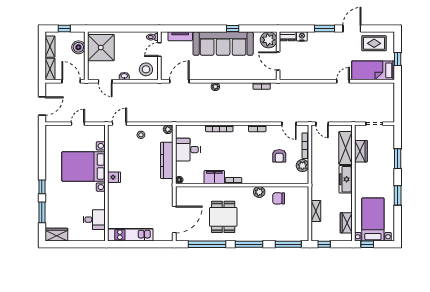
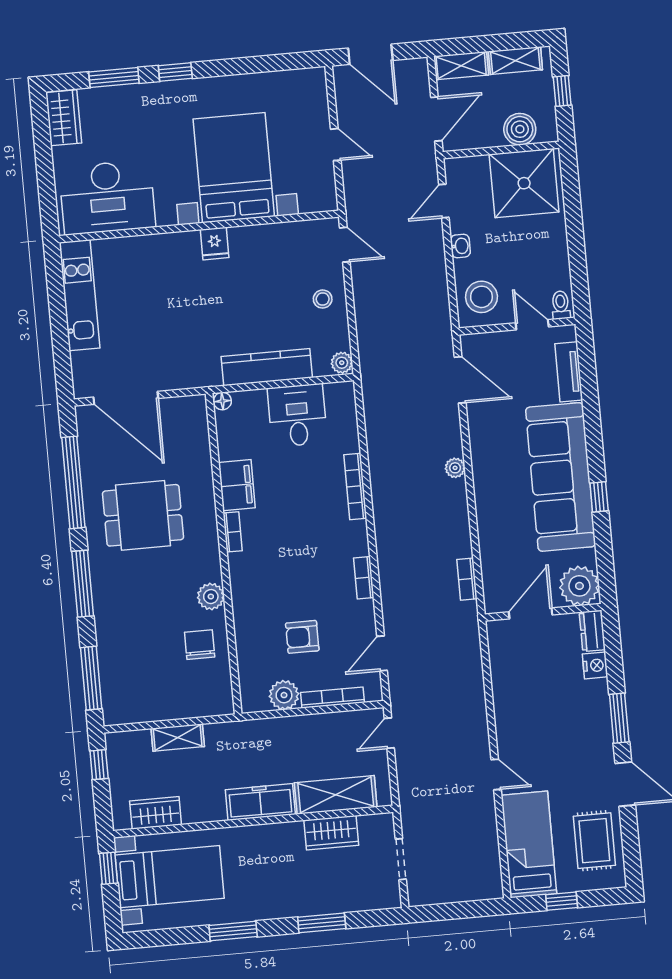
desk: (94, 220) -> (107, 197), width x1.87, depth x1.30

